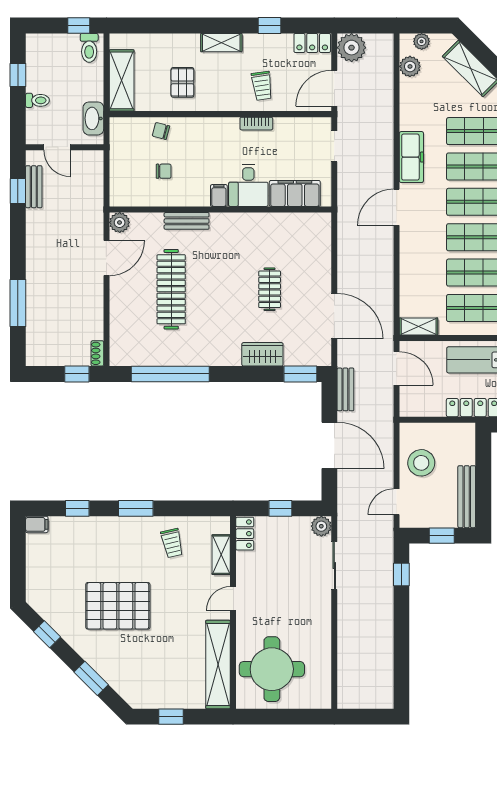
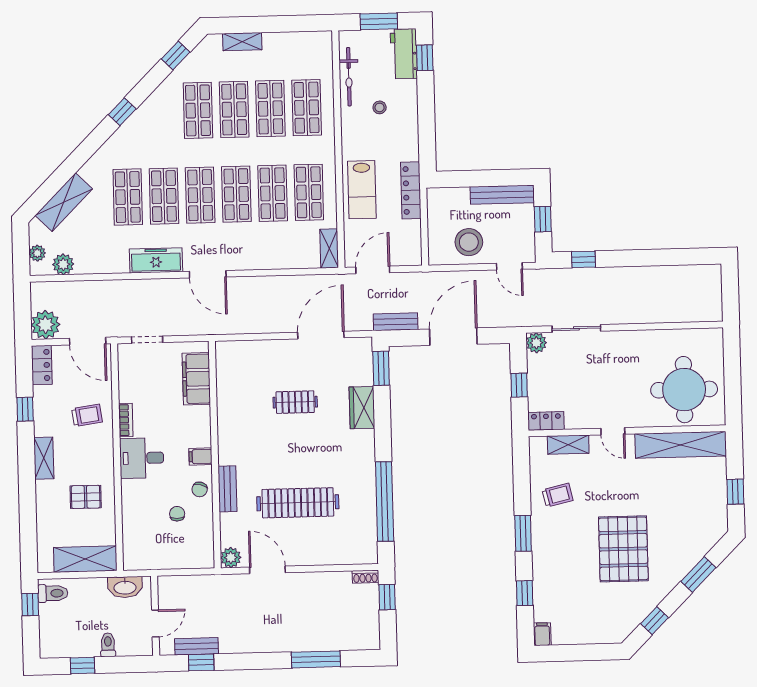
chair: (161, 131) -> (200, 489), moved
desk: (248, 185) -> (142, 458), moved, turned 180

